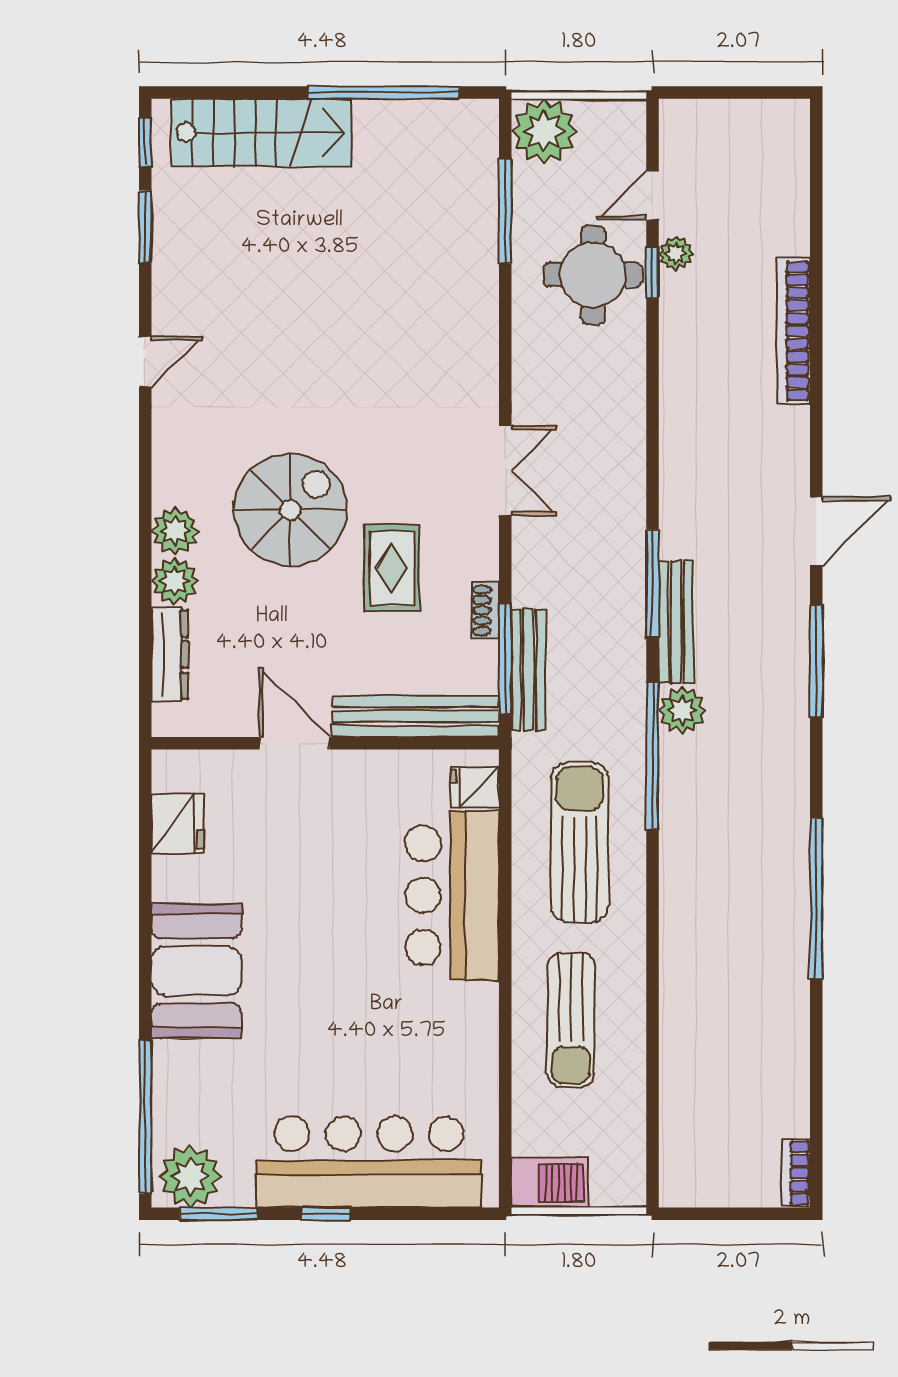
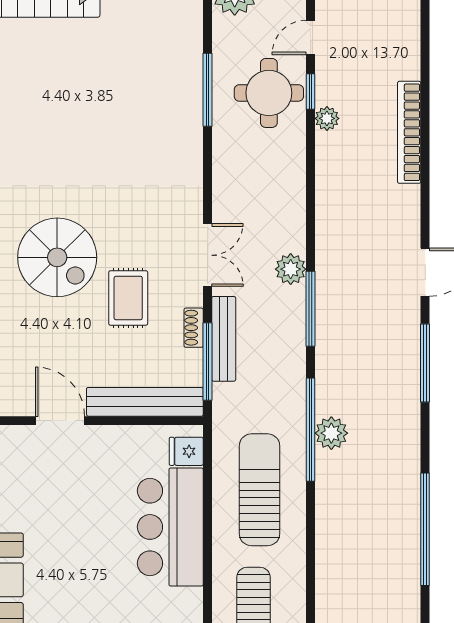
window: (505, 211) -> (208, 90), moved
plant: (676, 253) -> (327, 118), moved
double door: (505, 471) -> (208, 255), moved
spiral stairs: (290, 510) -> (57, 257), turned 90
plant: (624, 527) -> (291, 269), added
bench: (676, 622) -> (327, 336), removed
bench: (528, 670) -> (224, 339), moved
plant: (682, 710) -> (331, 433), moved

